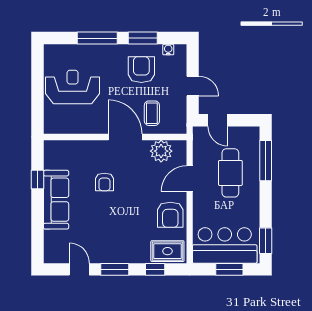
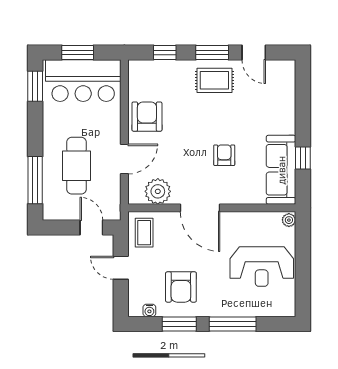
coffee table: (152, 113) -> (144, 233), moved
plant: (49, 127) -> (289, 220), added
sofa: (56, 200) -> (281, 170), moved
rug: (167, 251) -> (214, 80), moved

